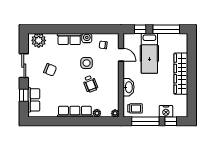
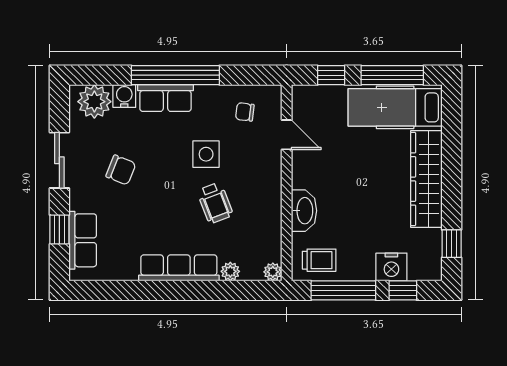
window: (73, 29) -> (175, 75), added
water cooler: (87, 38) -> (124, 96), moved
hospital bed: (149, 53) -> (395, 107), moved, turned 90
window: (192, 101) -> (452, 244), added

